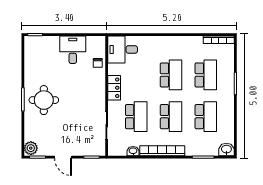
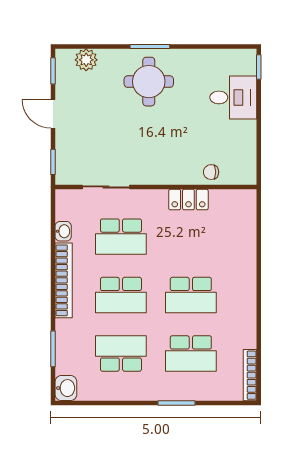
desk: (123, 49) -> (234, 214), removed
desk: (73, 50) -> (233, 97), moved
locker: (114, 88) -> (188, 200), moved
school desk: (206, 117) -> (121, 353), turned 180
plant: (31, 148) -> (86, 60), moved
door: (63, 157) -> (53, 114), hinge flipped

